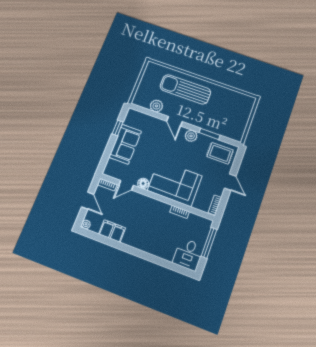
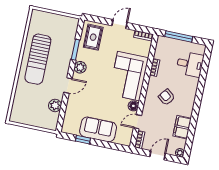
sun lounger: (185, 89) -> (38, 59), moved
door: (126, 185) -> (138, 122), swing flipped
armchair: (147, 220) -> (167, 97), added
desk: (188, 254) -> (190, 64), moved

